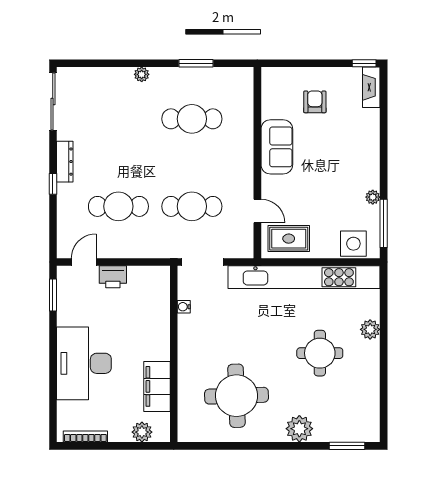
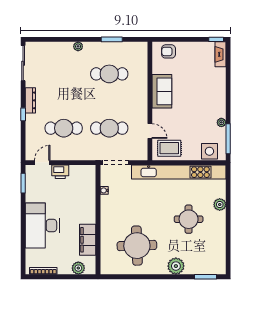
armchair: (315, 102) -> (169, 51), moved, turned -90

